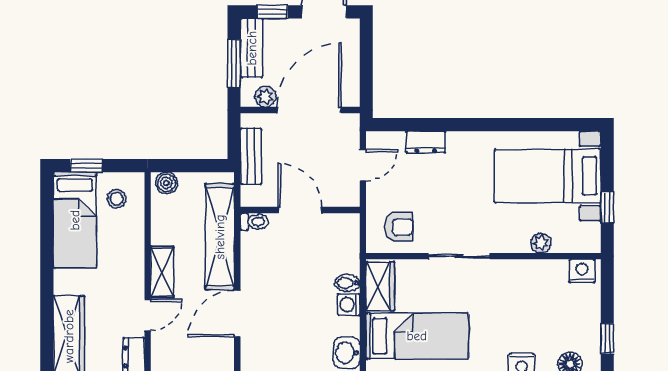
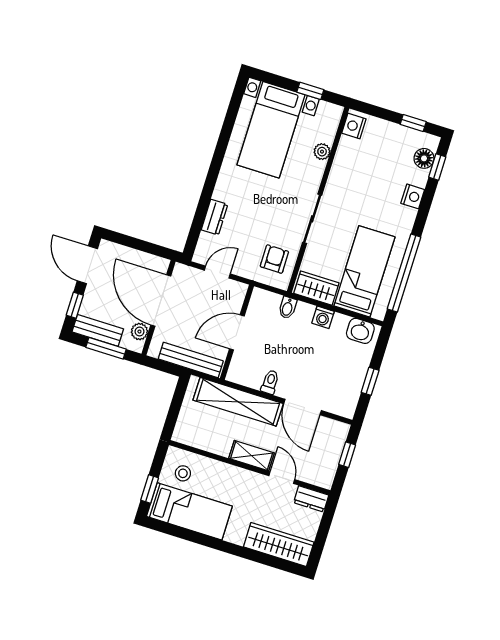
bench: (251, 156) -> (191, 360), width x1.36
door: (363, 165) -> (217, 272), hinge flipped
boiler: (166, 183) -> (183, 430), removed
toilet: (254, 222) -> (270, 382), moved
bidet: (347, 283) -> (288, 308), moved

